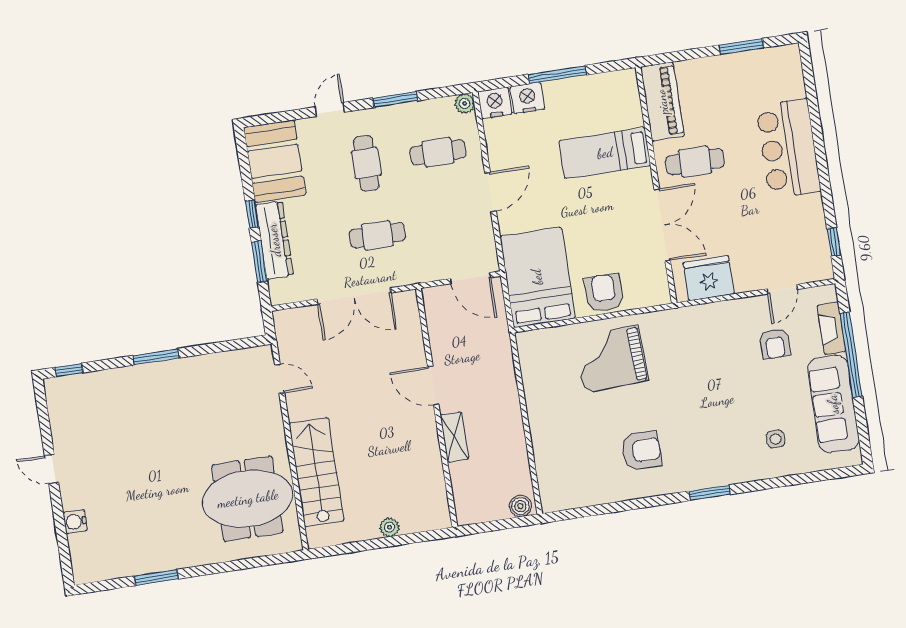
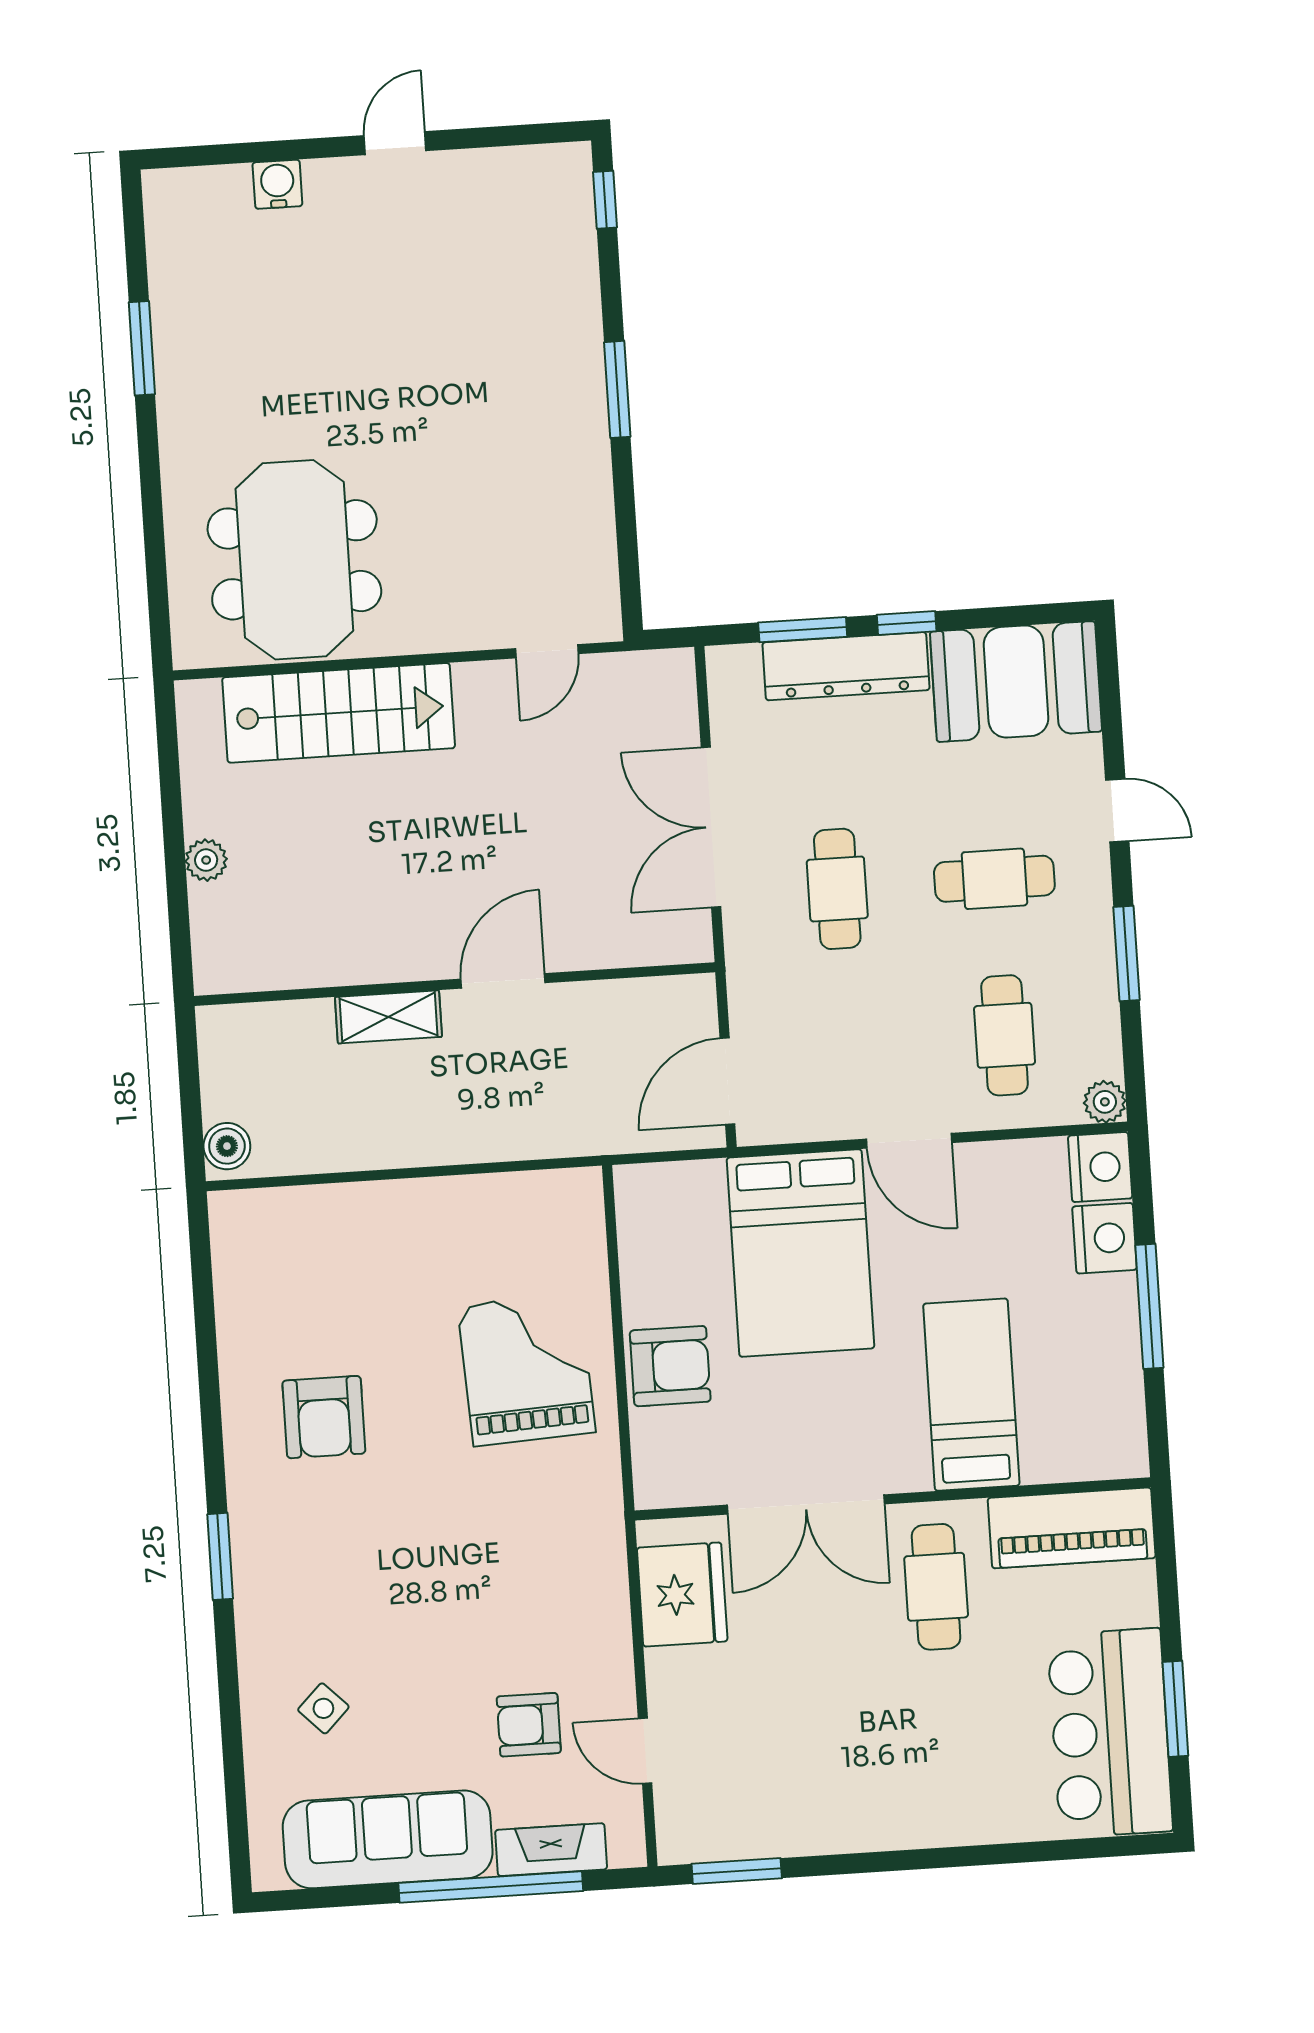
bar counter: (788, 148) -> (1110, 1733), moved, turned -90
window: (834, 242) -> (737, 1871), width x1.50
bed: (537, 277) -> (800, 1253), moved, turned 90
side table: (776, 439) -> (323, 1708), turned 45

